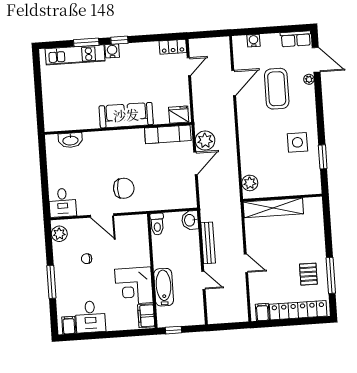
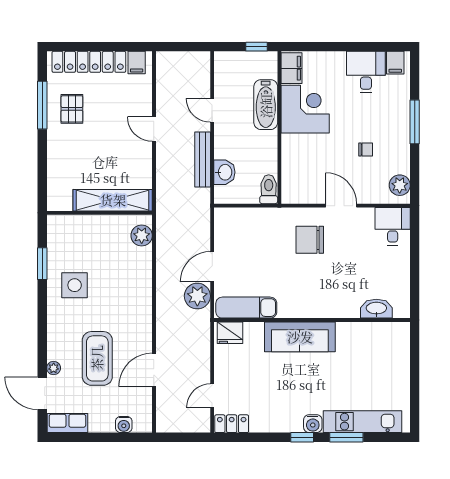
washbasin: (190, 220) -> (224, 172), moved

